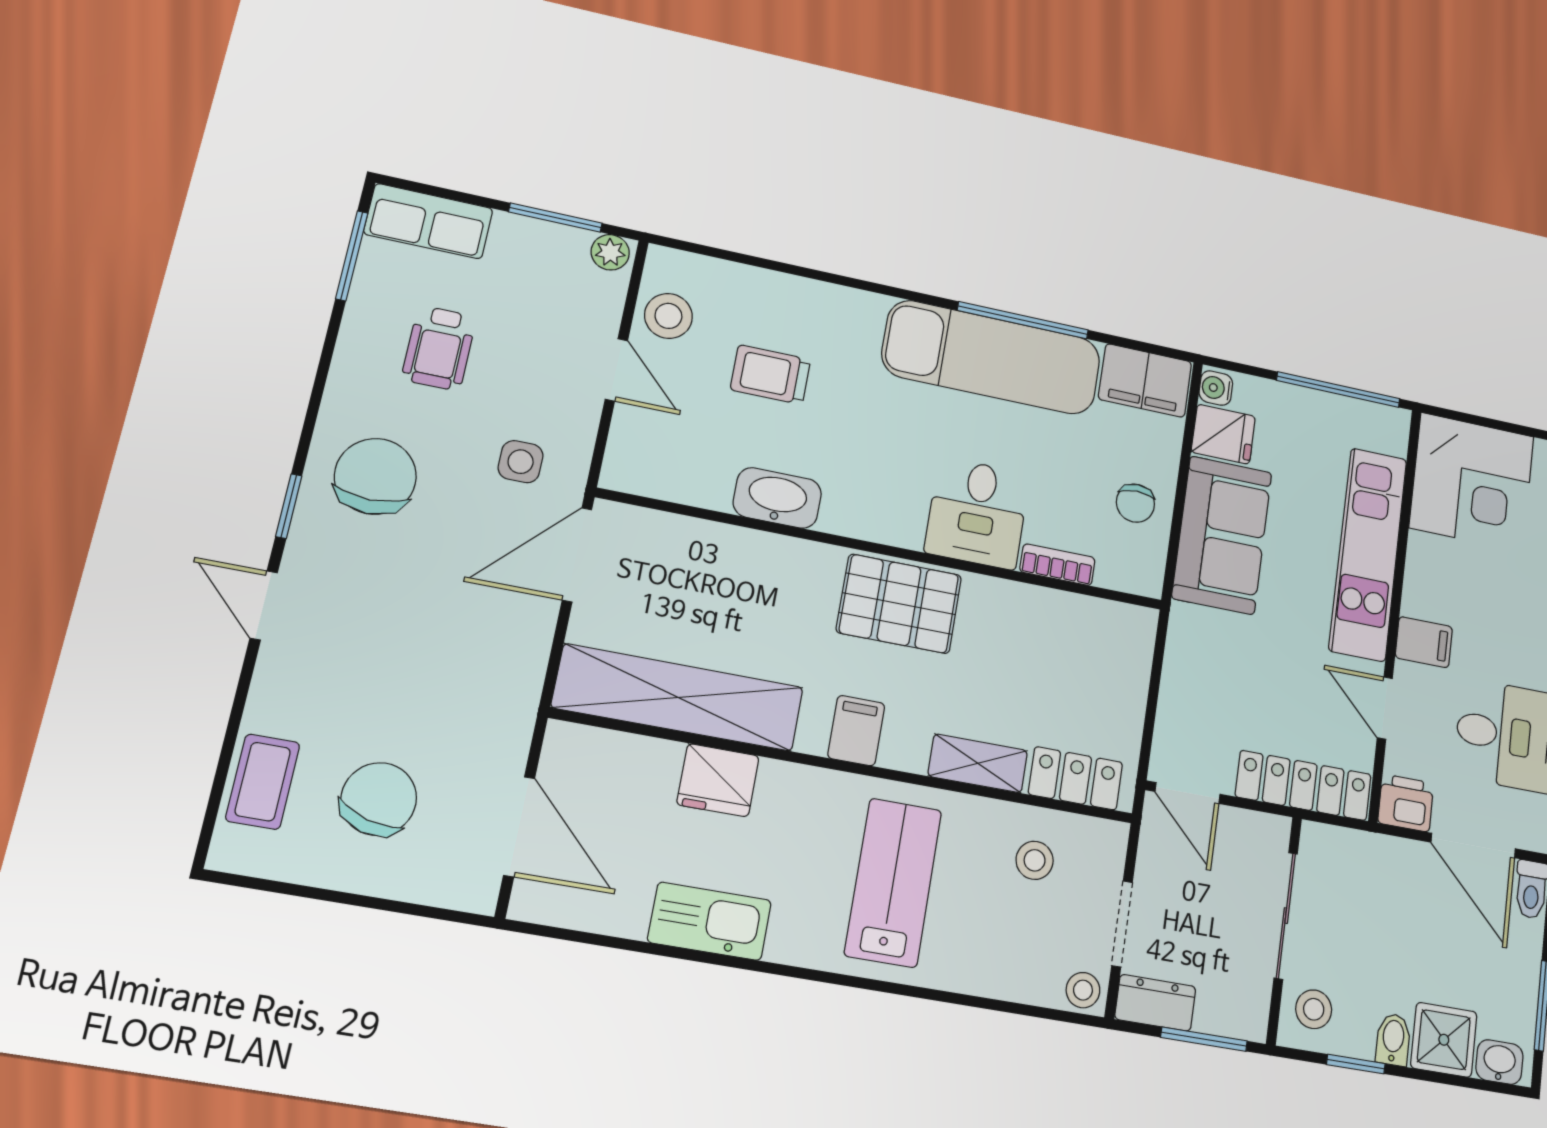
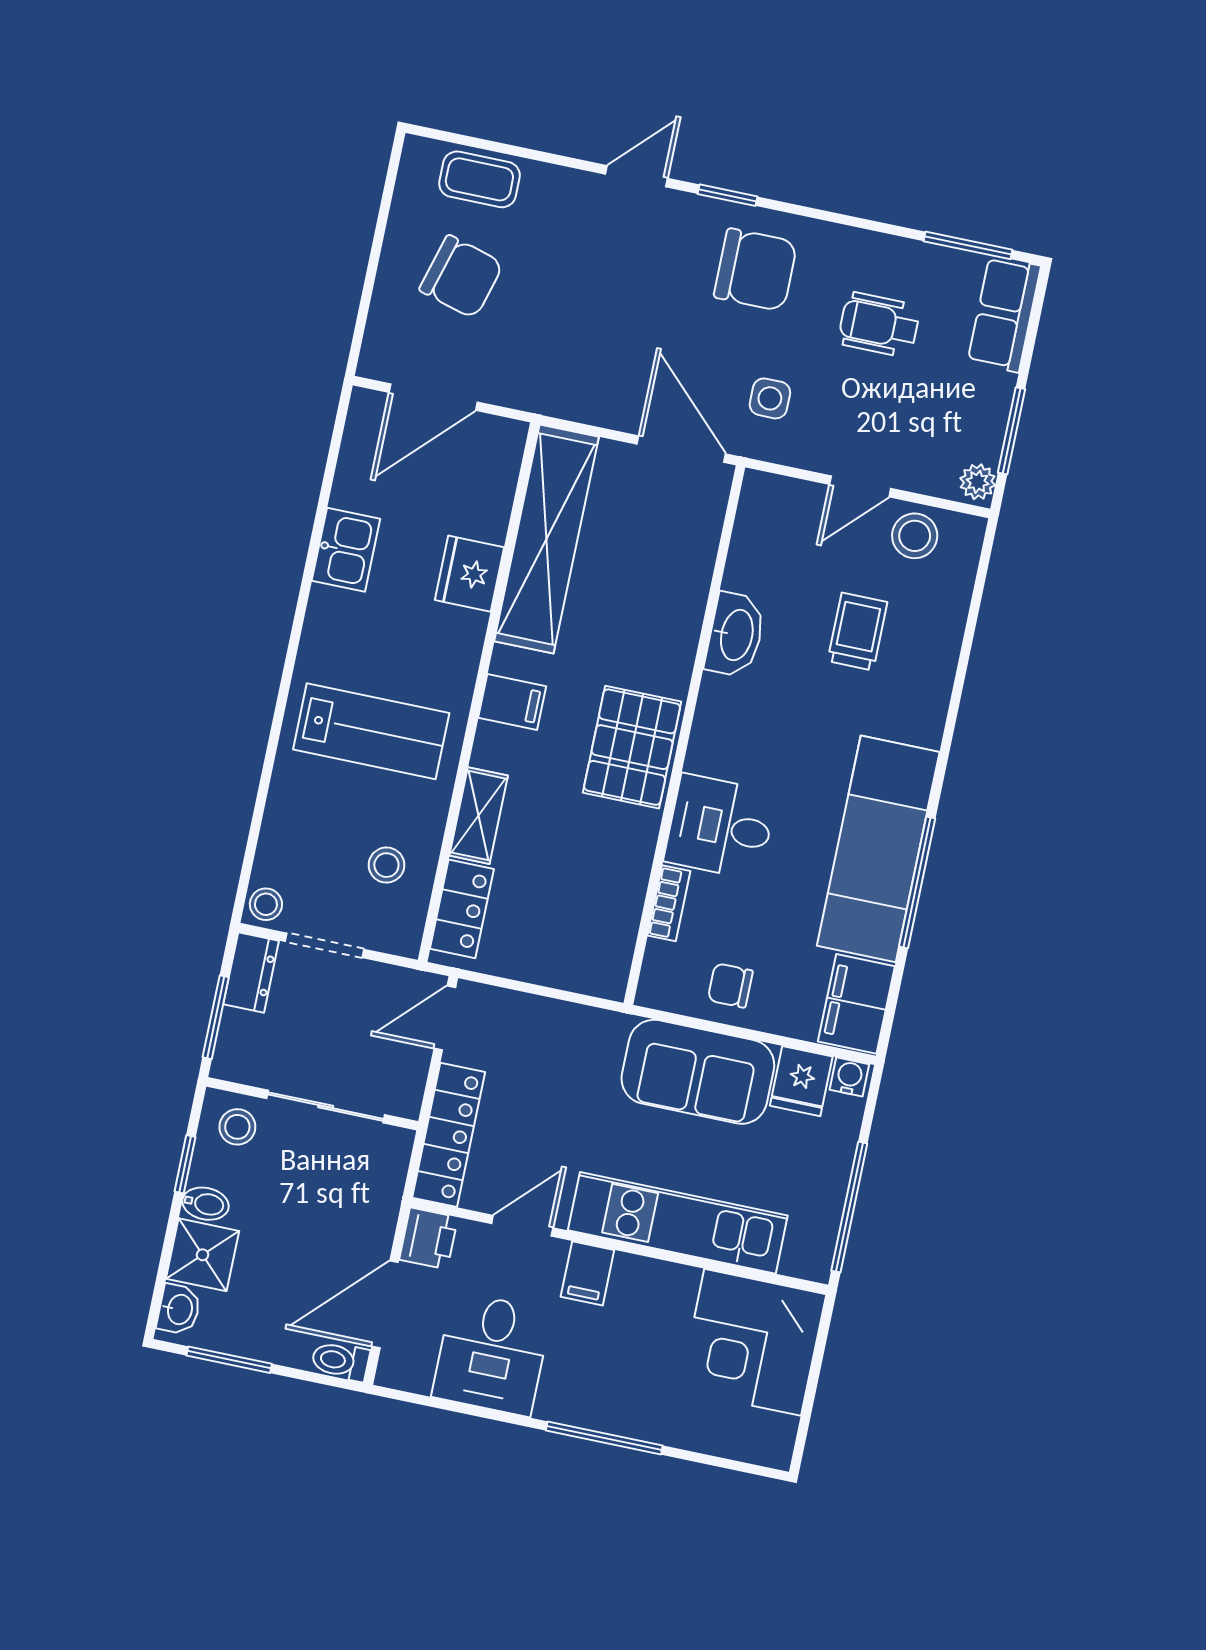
kitchen sink: (710, 921) -> (346, 550), width x0.73

